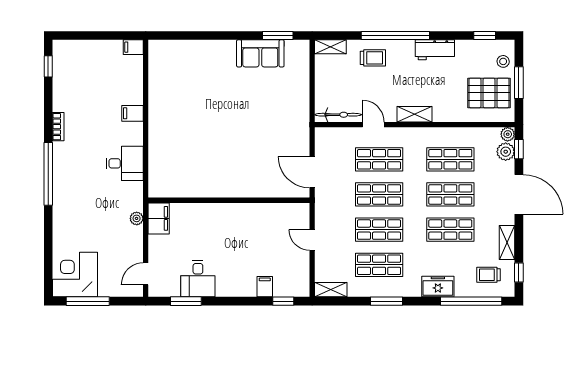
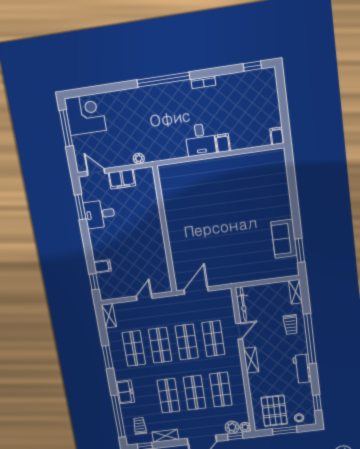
desk: (125, 163) -> (200, 140), moved
filing cabinet: (159, 218) -> (122, 179), moved

